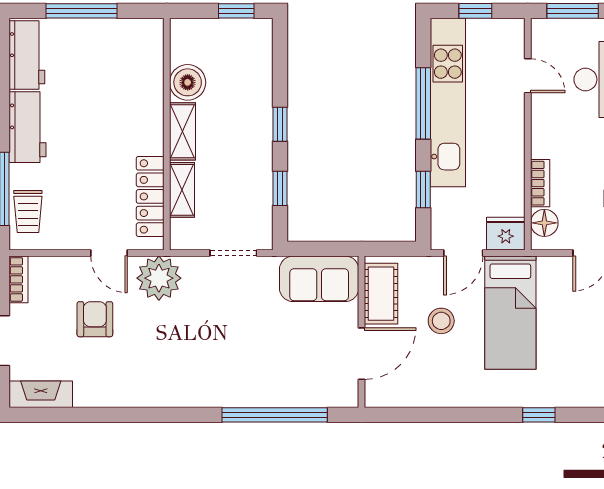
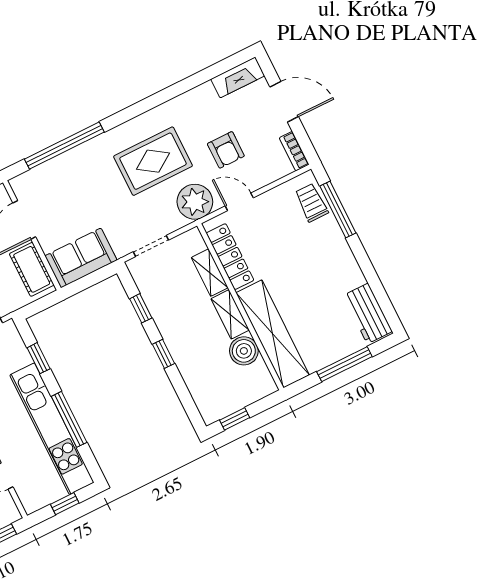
shelving: (146, 85) -> (273, 334), added
workbench: (27, 127) -> (342, 262), removed
rug: (183, 347) -> (153, 161), added

